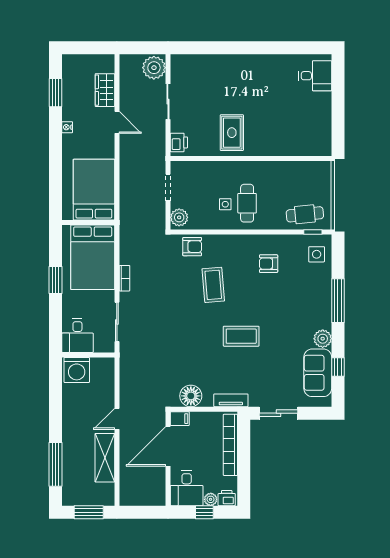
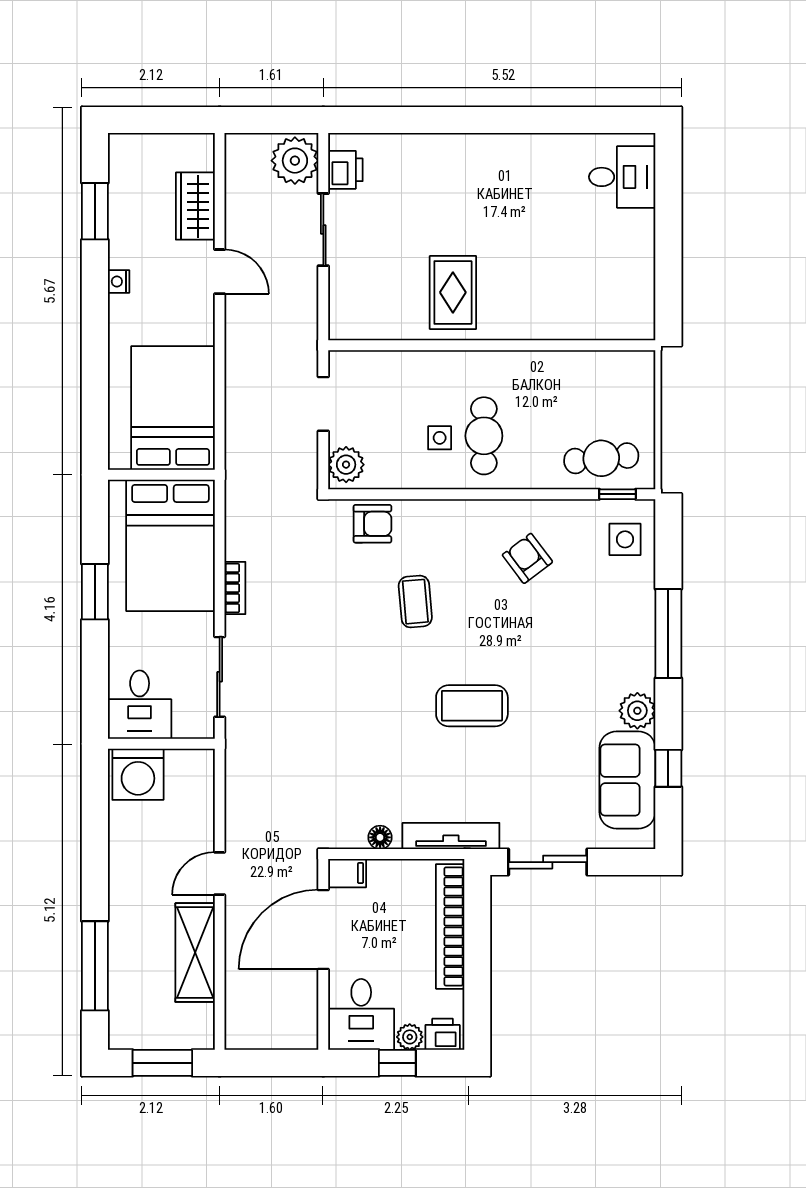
printer: (179, 142) -> (345, 170), moved
armchair: (269, 264) -> (527, 558), turned 53
coffee table: (213, 285) -> (415, 602), width x0.73, depth x0.77
floor lamp: (191, 396) -> (380, 837), width x0.53, depth x0.53
tv unit: (231, 400) -> (451, 836), width x1.41

